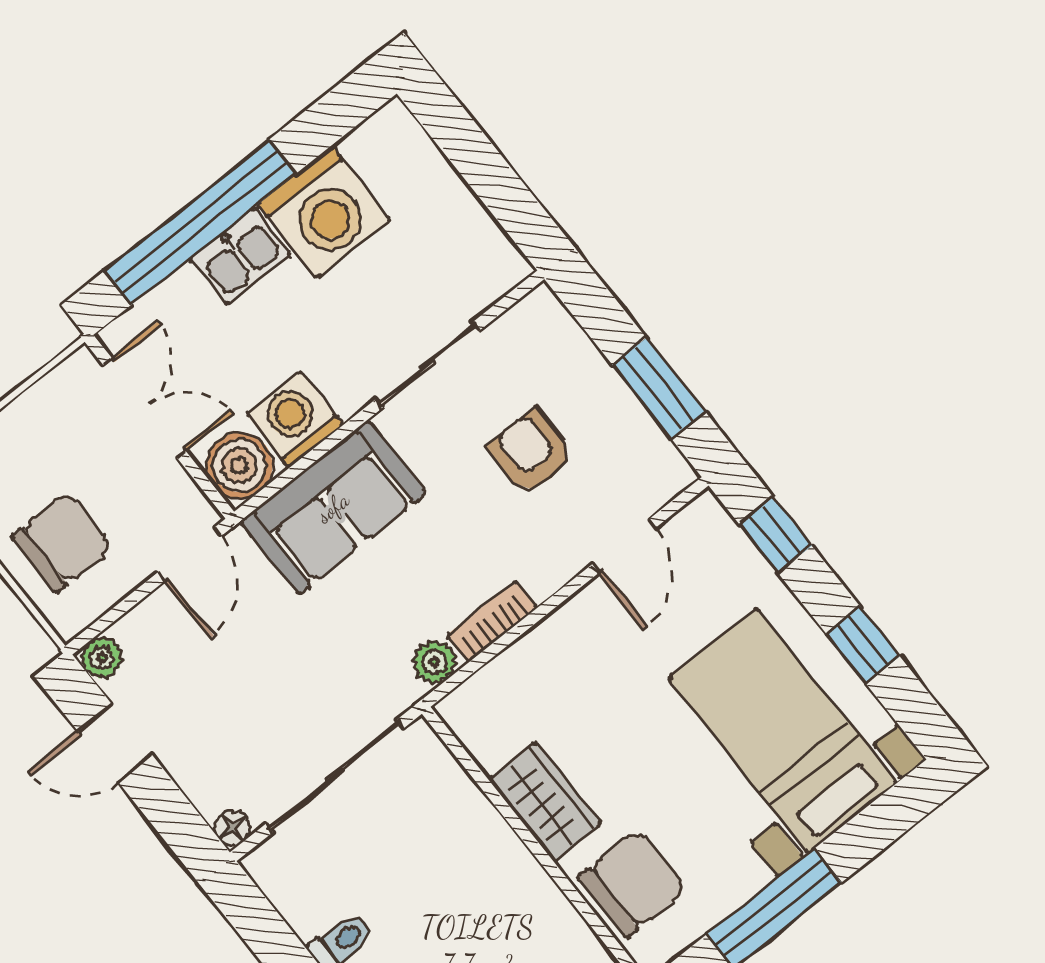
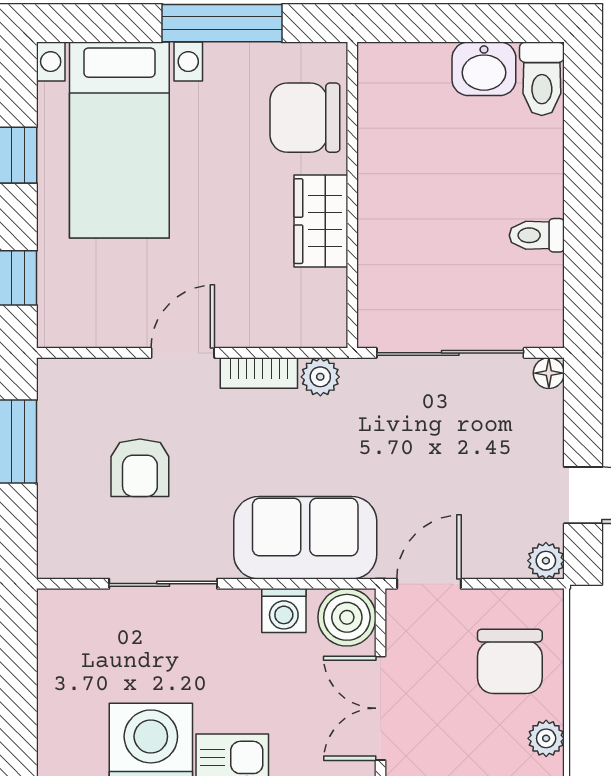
washing machine: (295, 419) -> (284, 611), width x0.73, depth x0.73
chair: (62, 542) -> (510, 661), turned -90
door: (624, 546) -> (183, 353), moved

